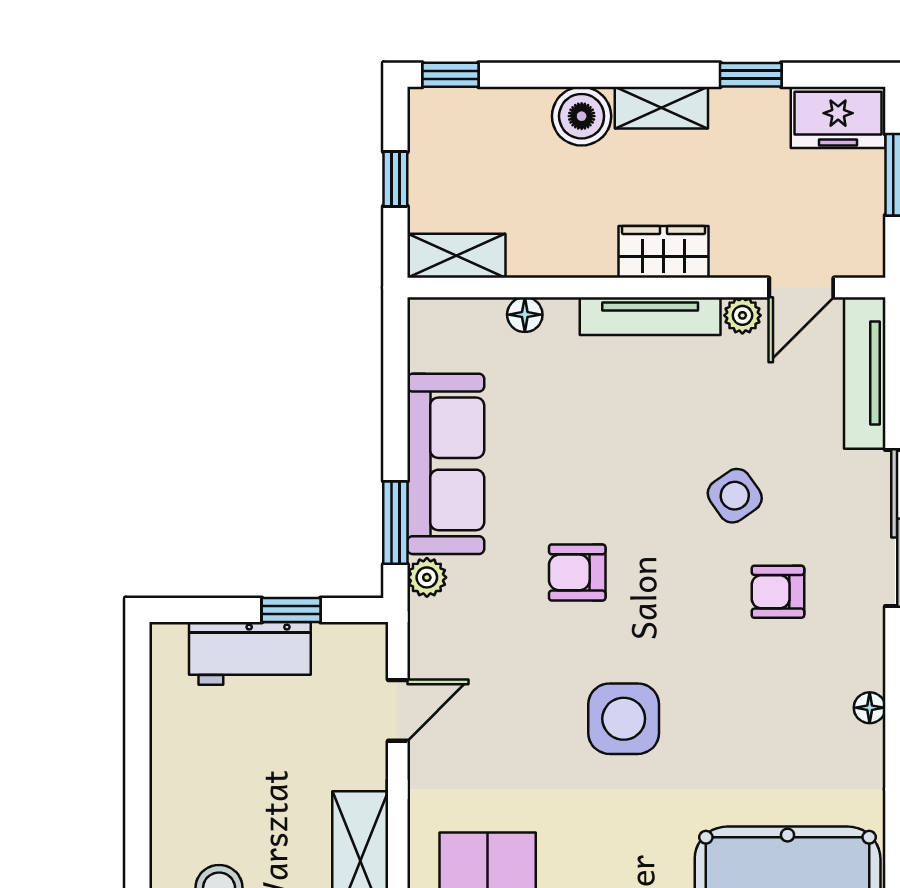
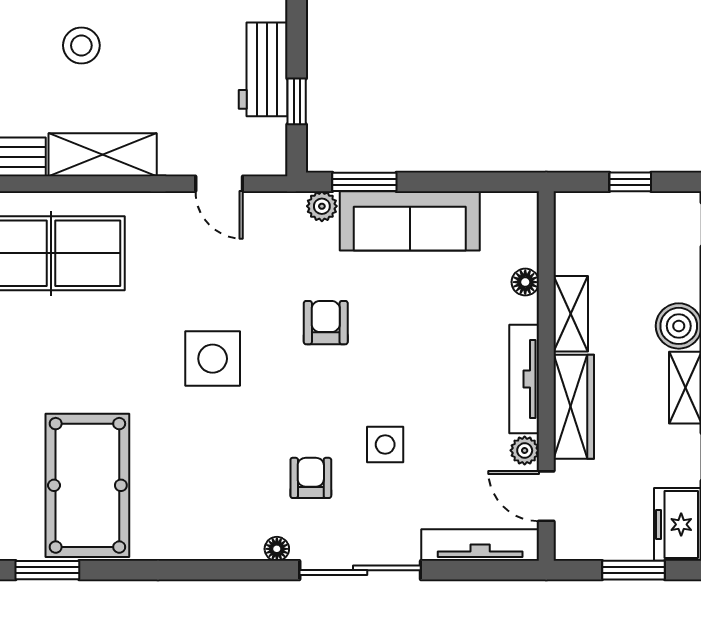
wardrobe: (664, 252) -> (574, 407), width x1.50
shelving: (456, 256) -> (571, 314), moved
side table: (735, 496) -> (385, 444), turned 35
floor lamp: (870, 708) -> (277, 549), moved

